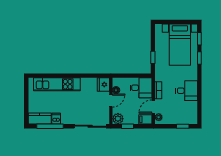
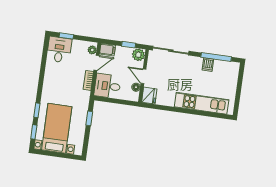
desk: (187, 91) -> (59, 50), moved, turned 90
door: (111, 101) -> (143, 76), hinge flipped
kitchen counter: (40, 119) -> (226, 67), removed

